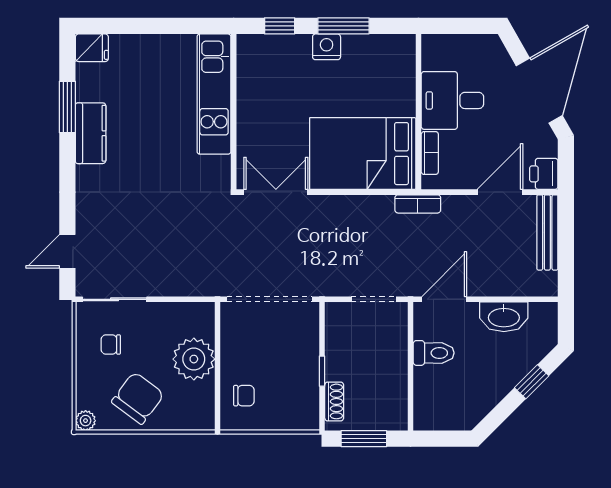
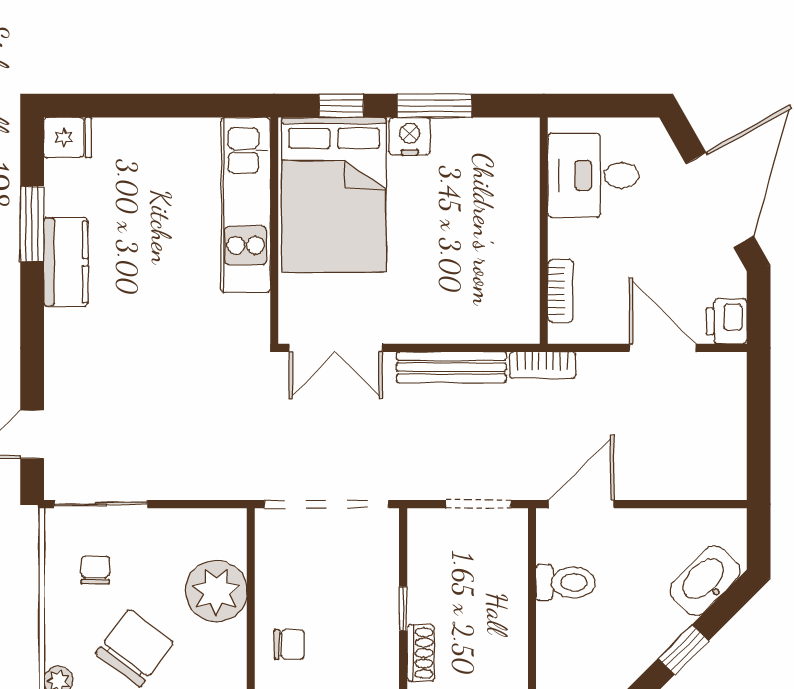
desk: (452, 100) -> (593, 175), moved
bed: (363, 154) -> (334, 195), moved, turned -90
double door: (276, 192) -> (336, 348), swing flipped
door: (500, 192) -> (663, 348), hinge flipped
bench: (547, 232) -> (451, 367), moved, turned 90
washbasin: (504, 317) -> (705, 581), moved, turned 135
chair: (111, 345) -> (95, 570), turned 90
window: (532, 382) -> (683, 650), moved

